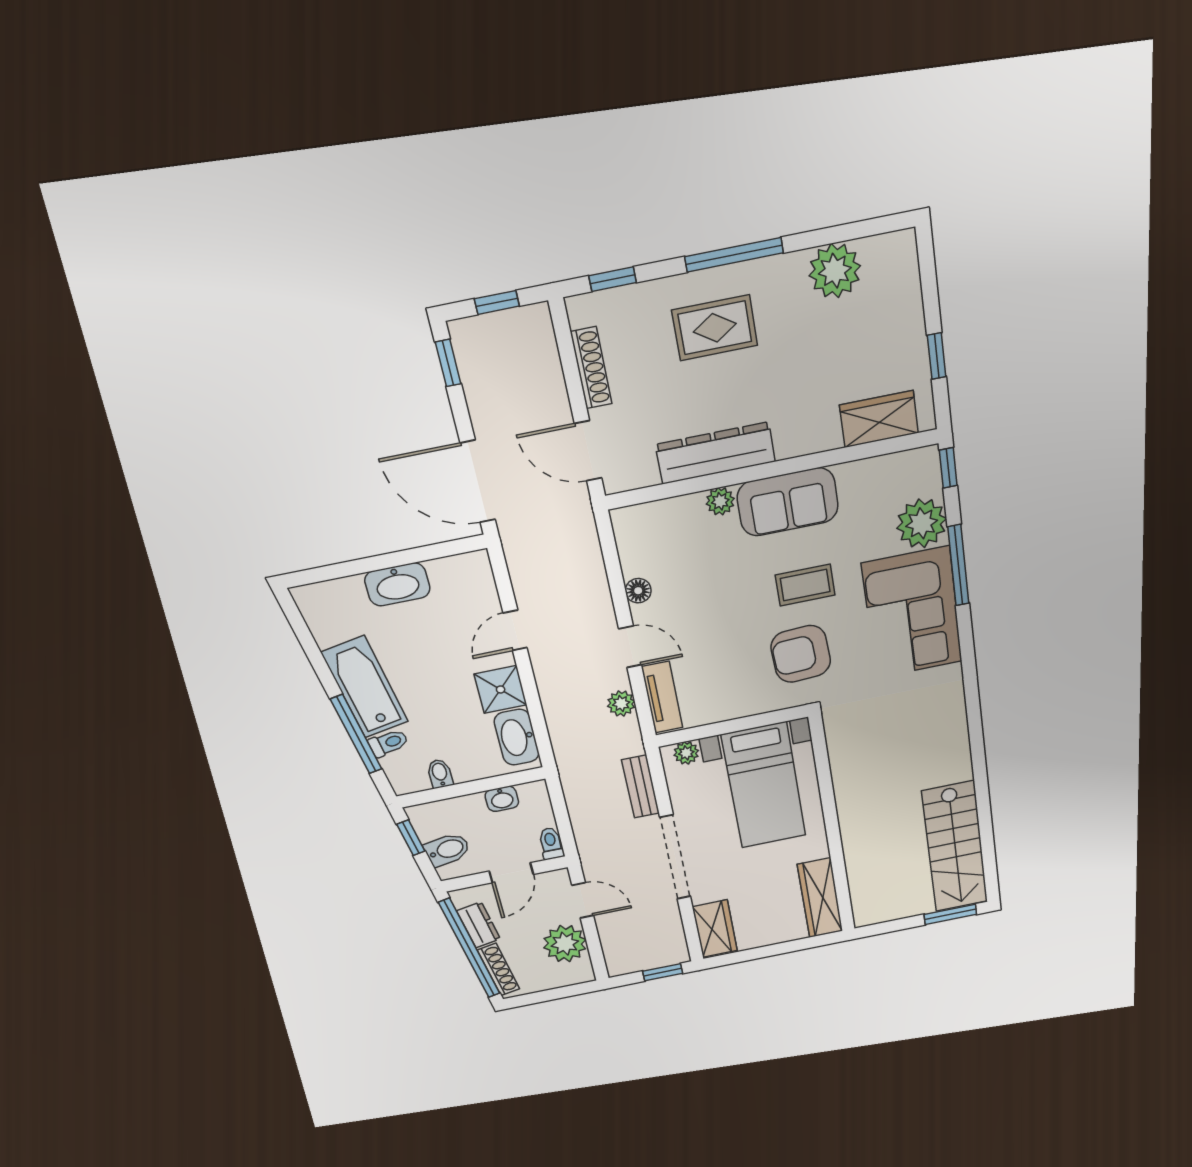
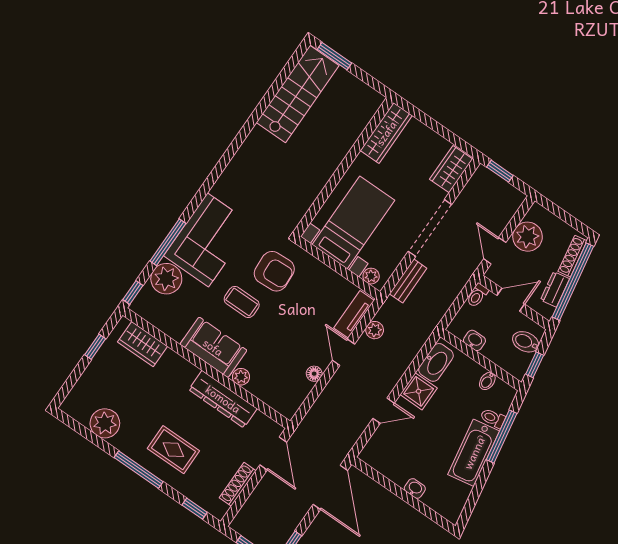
washbasin: (397, 584) -> (415, 488), width x0.52, depth x0.69

